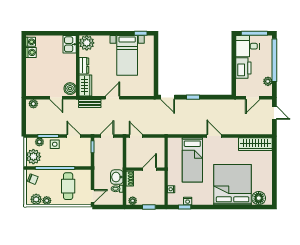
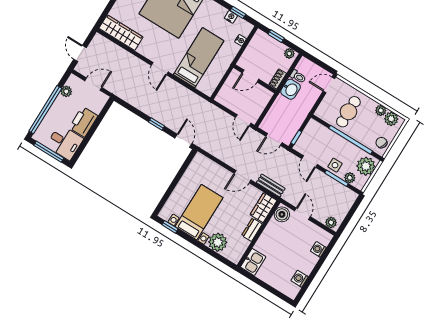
washing machine: (31, 42) -> (318, 249), moved
plant: (87, 43) -> (218, 242), moved

